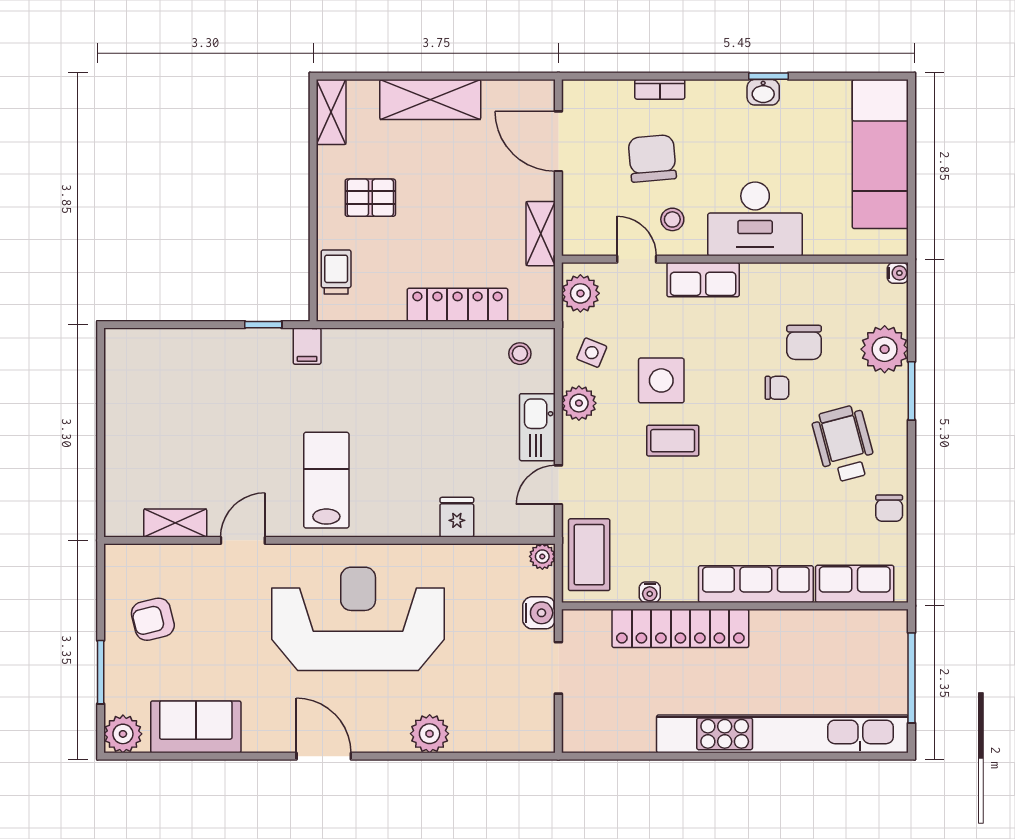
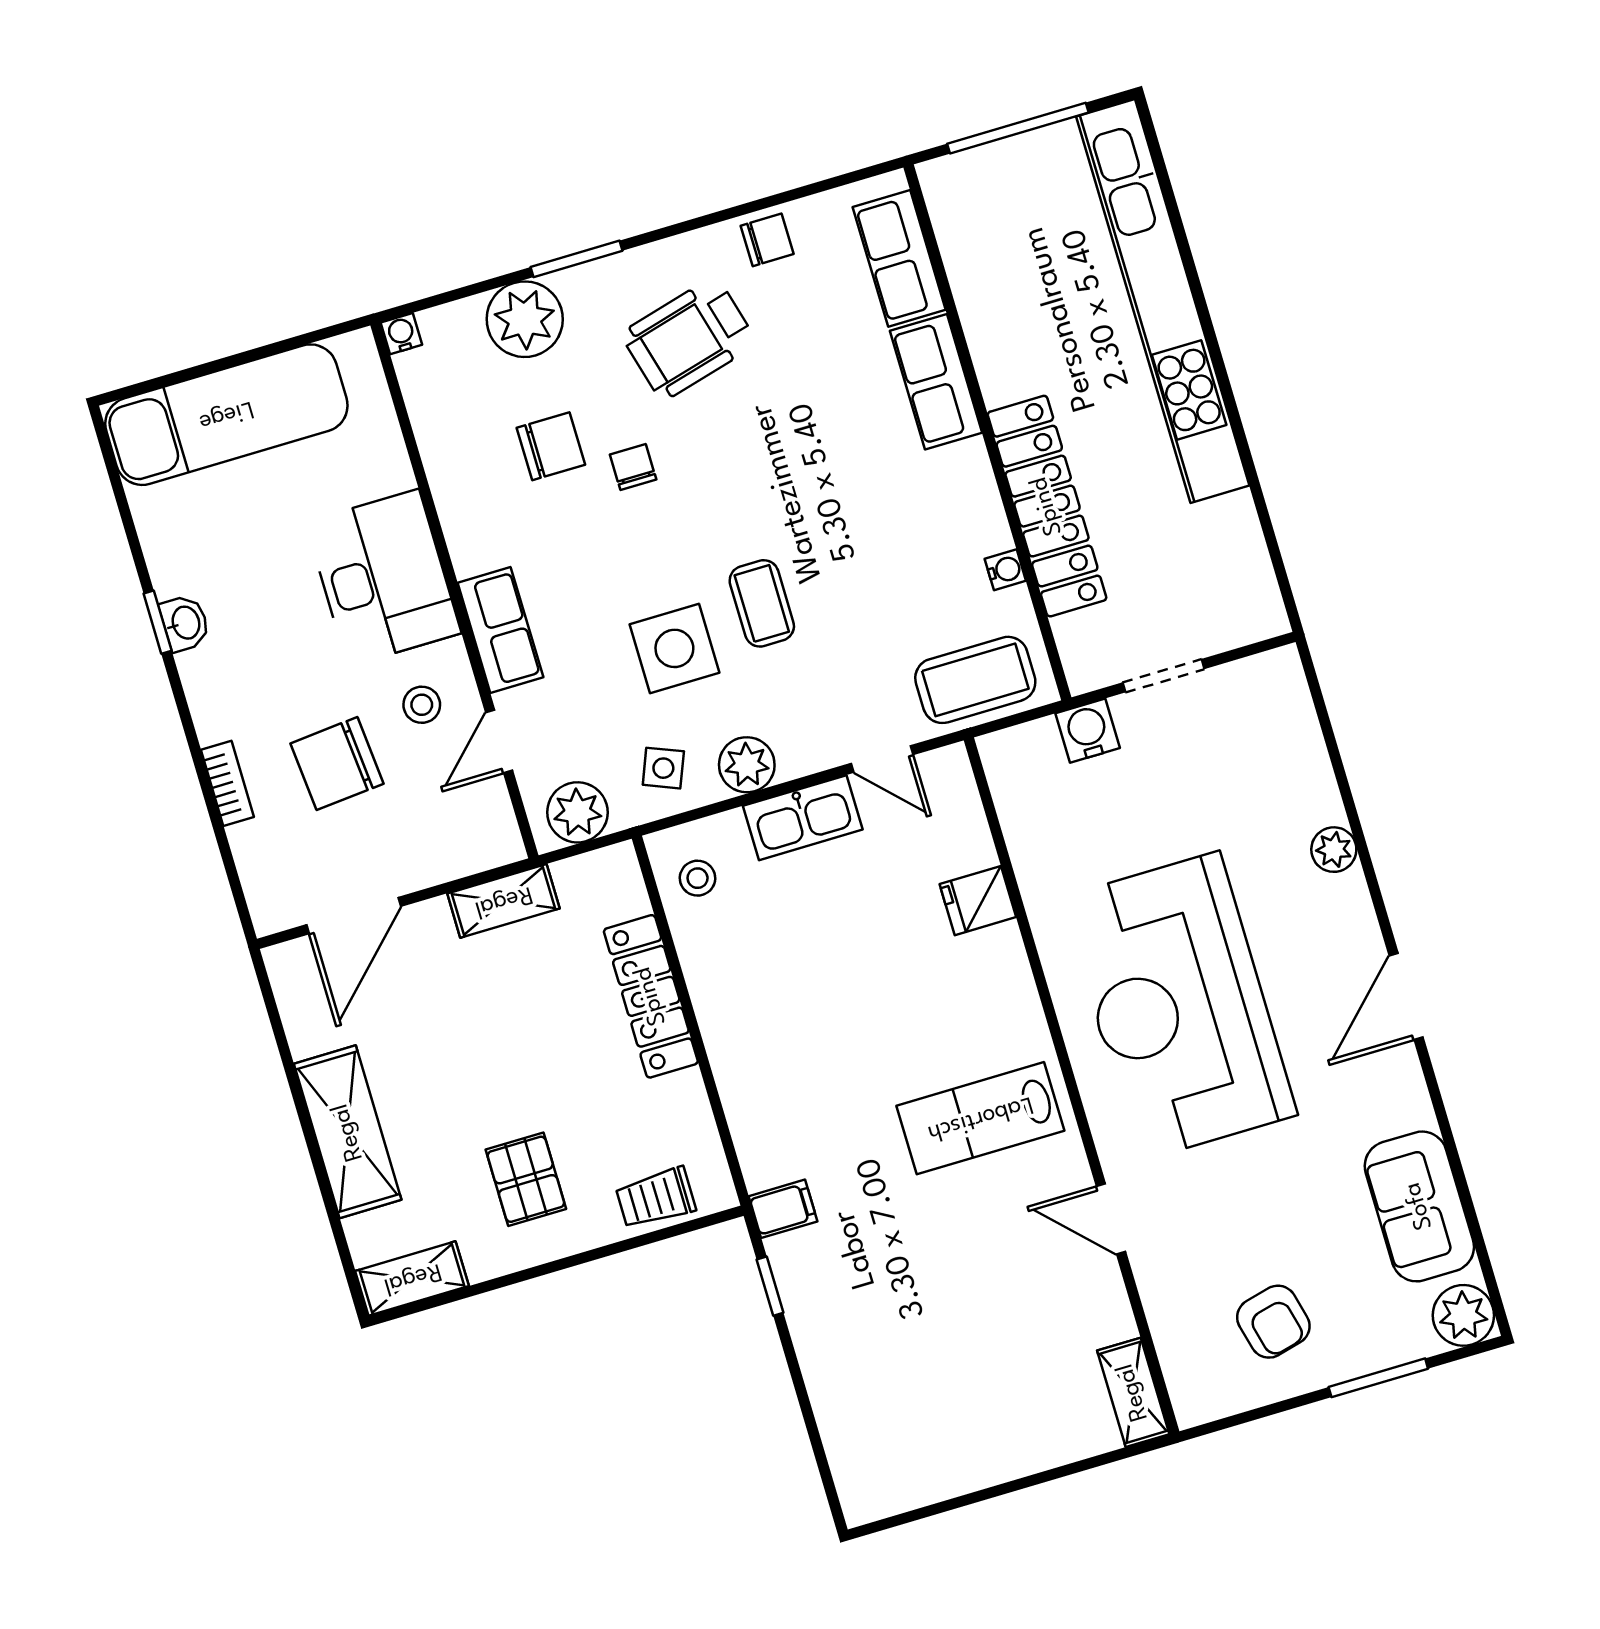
shelving: (175, 523) -> (1133, 1392), moved
plant: (542, 556) -> (999, 751), removed
row of seats: (756, 584) -> (936, 382), width x0.68
plant: (430, 734) -> (1334, 850), width x0.73, depth x0.73

